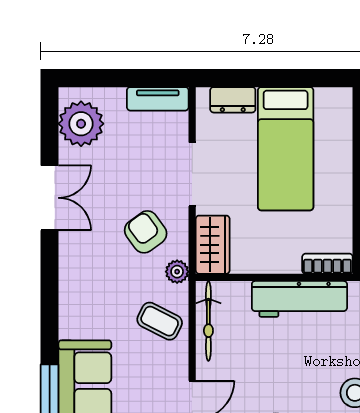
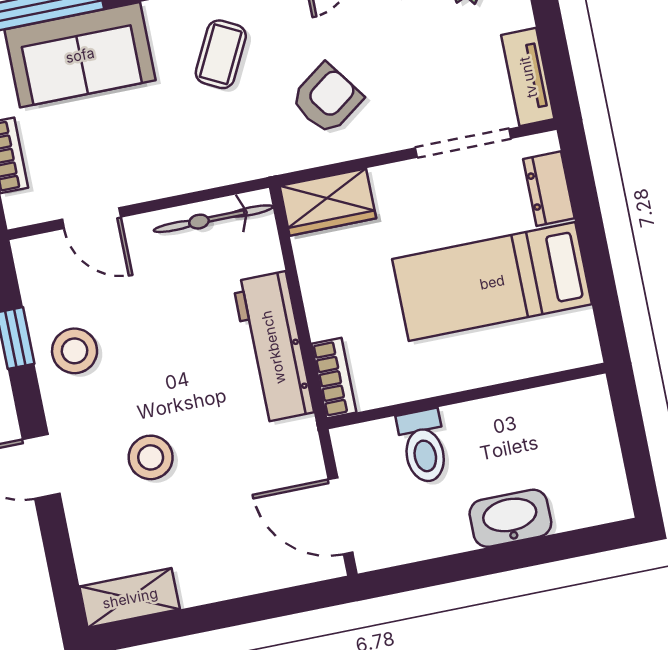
doorway: (192, 174) -> (463, 143), moved
plant: (177, 272) -> (277, 157), removed
coffee table: (160, 321) -> (221, 54), moved

